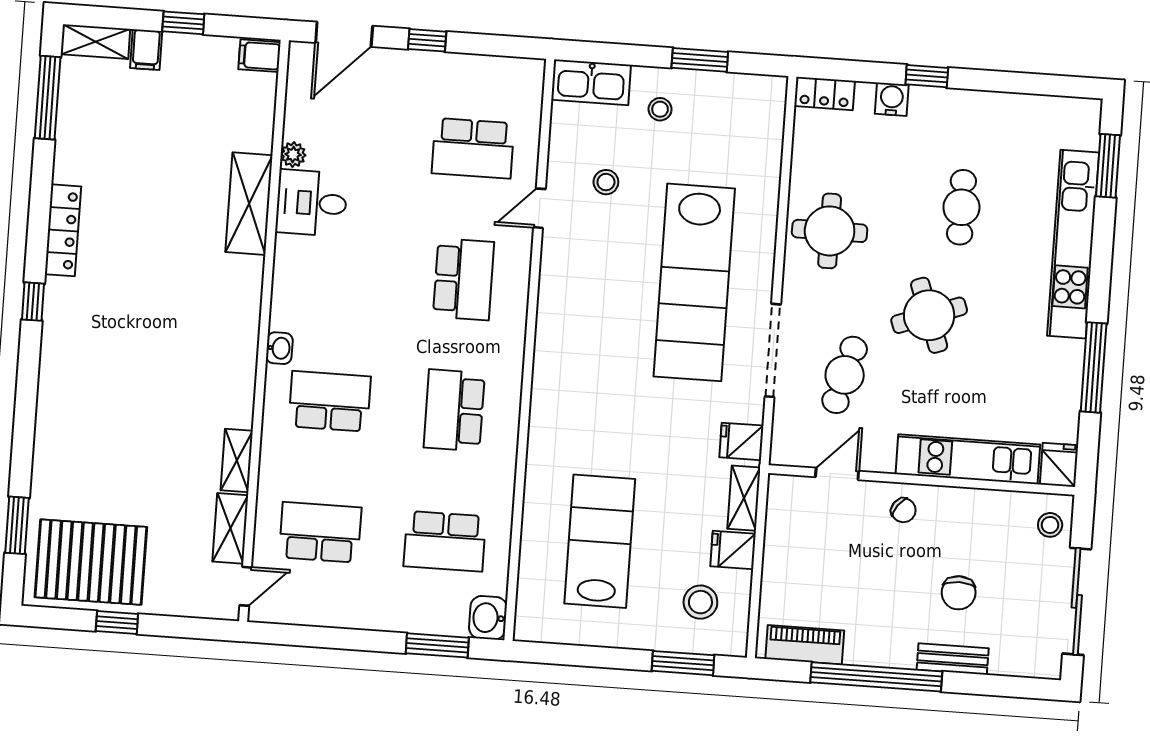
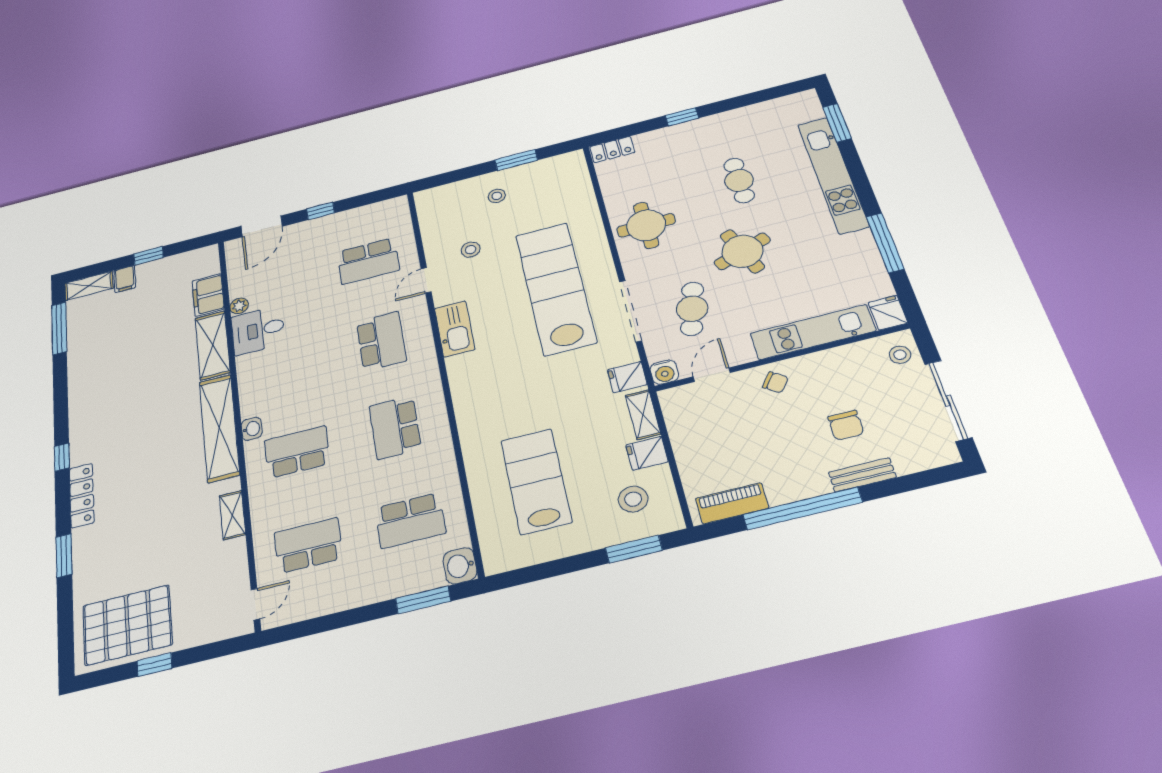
filing cabinet: (260, 56) -> (208, 295), moved, width x2.00
kitchen sink: (591, 82) -> (455, 329), moved, turned -90
water cooler: (892, 99) -> (664, 372), moved, turned 180
locker: (63, 230) -> (82, 495), moved
lab bench: (694, 282) -> (556, 288), turned 180
window: (17, 525) -> (64, 556), moved
shelving: (230, 528) -> (219, 428), moved, width x2.20, depth x1.33

